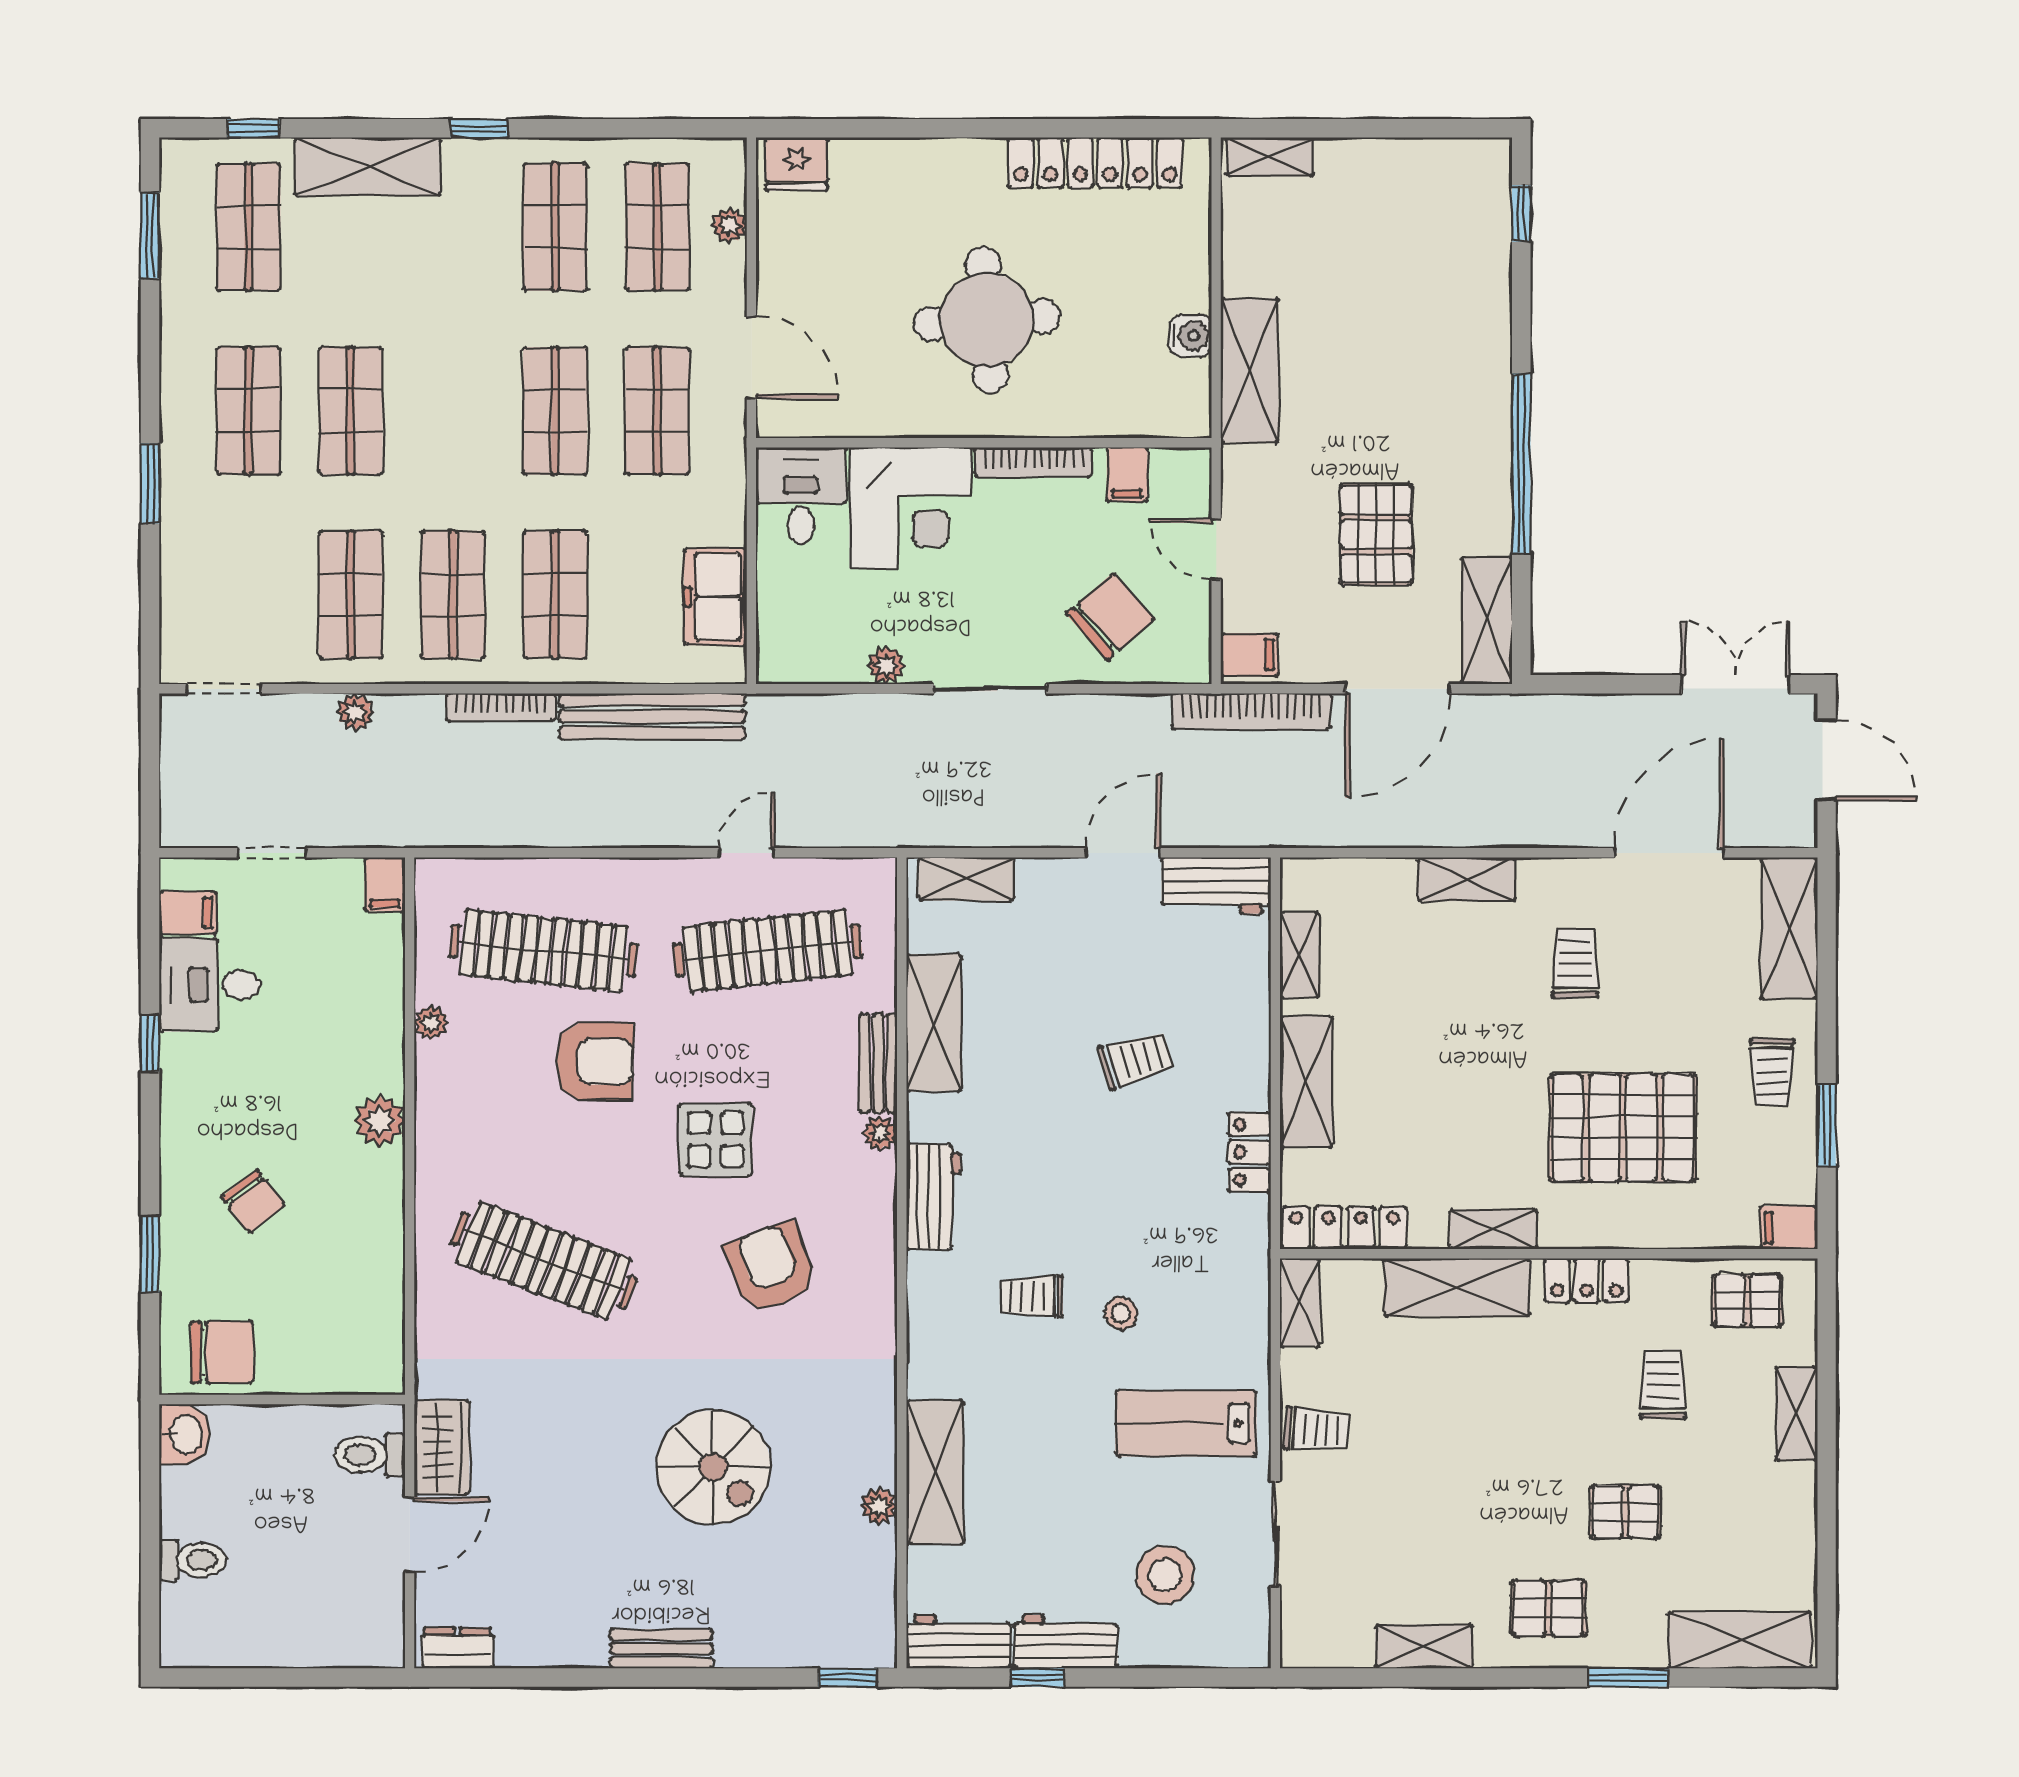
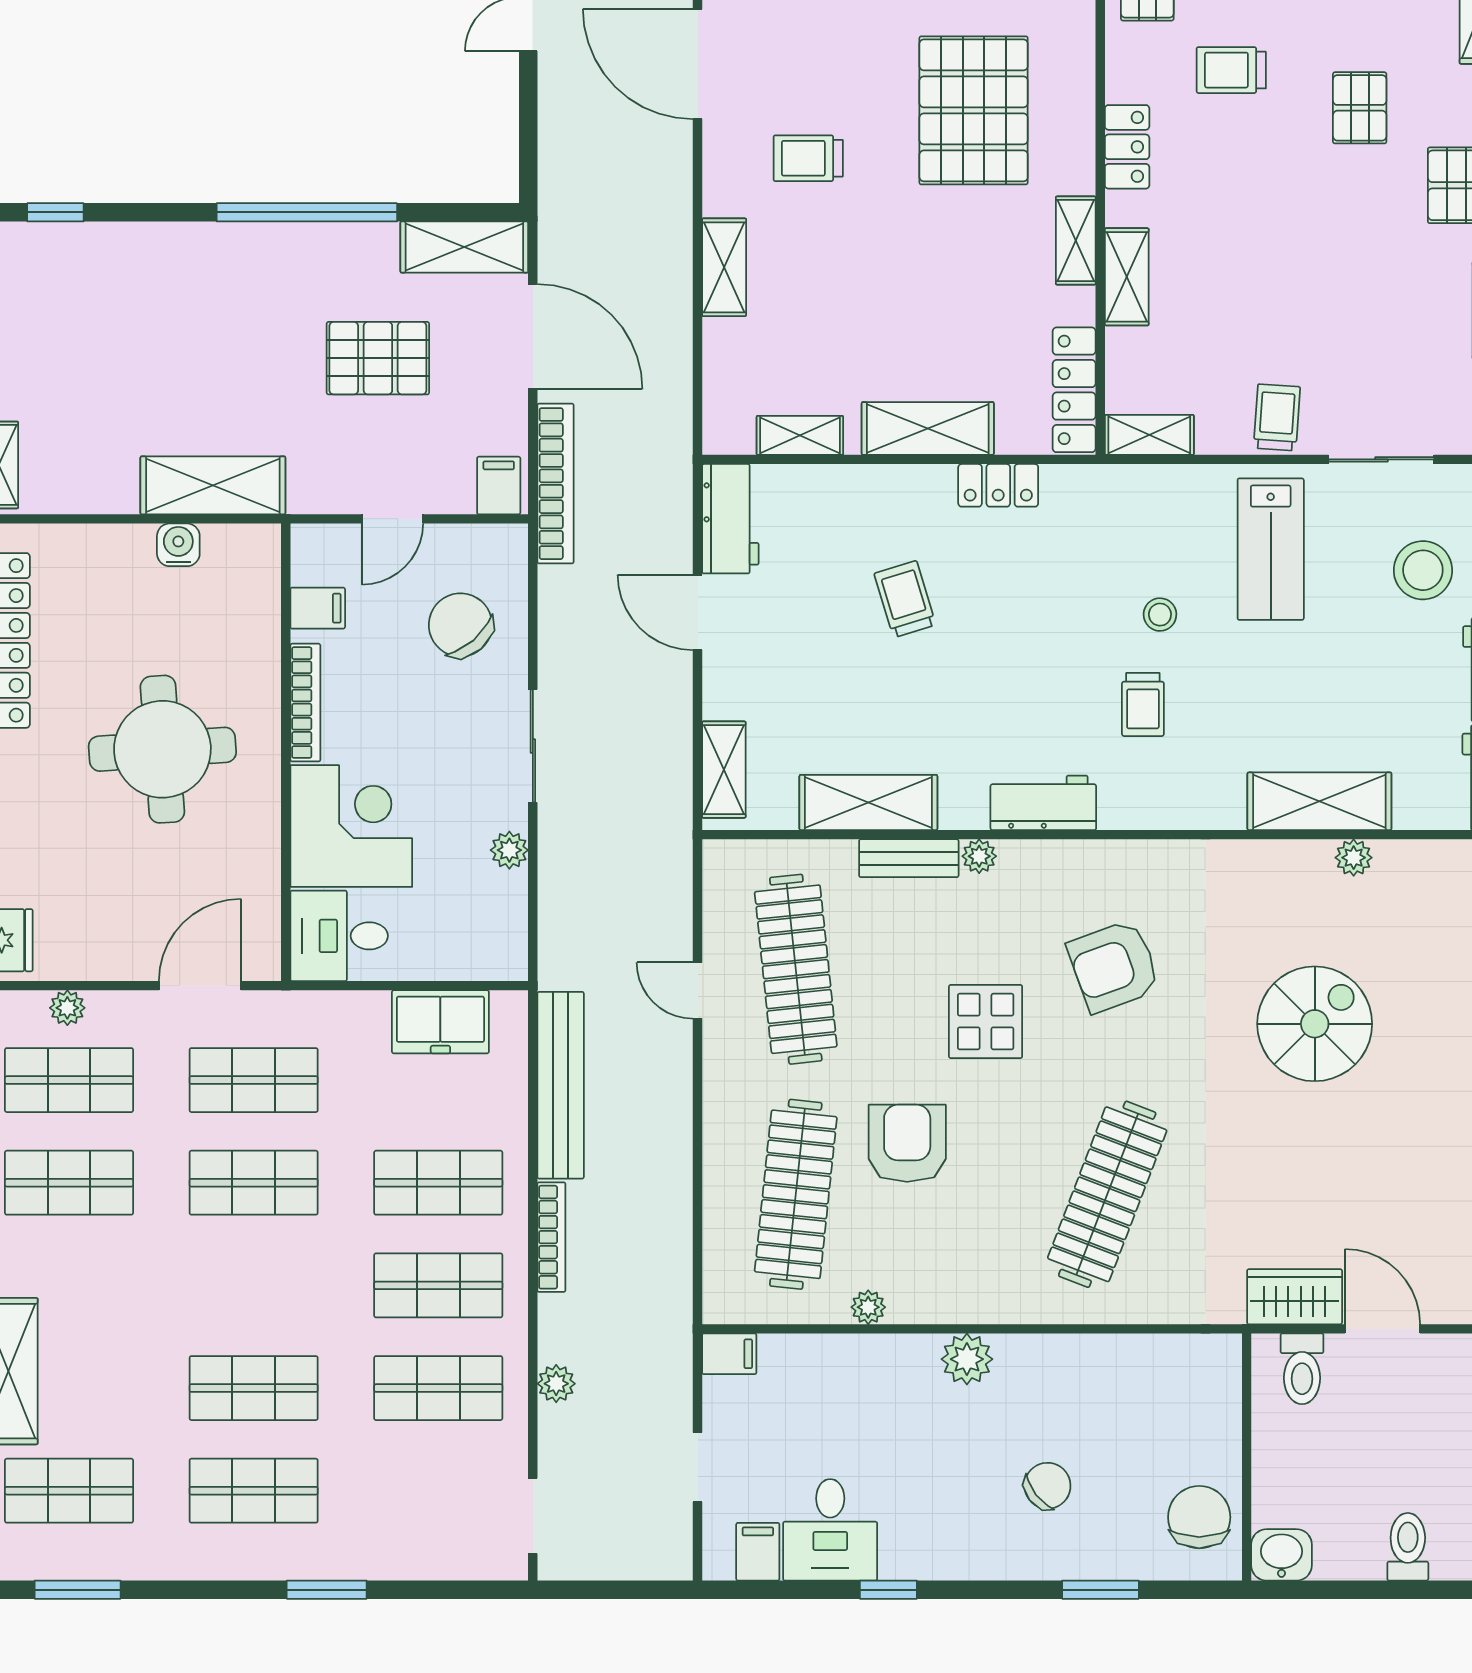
shelving: (1457, 1287) -> (1127, 277), width x0.67, depth x0.75

